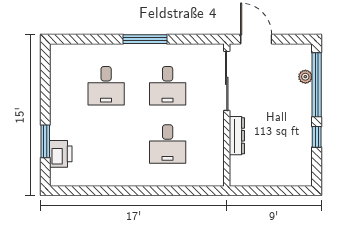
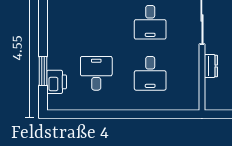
desk: (106, 86) -> (96, 73), moved, turned 180
dresser: (237, 136) -> (211, 66), width x0.70

